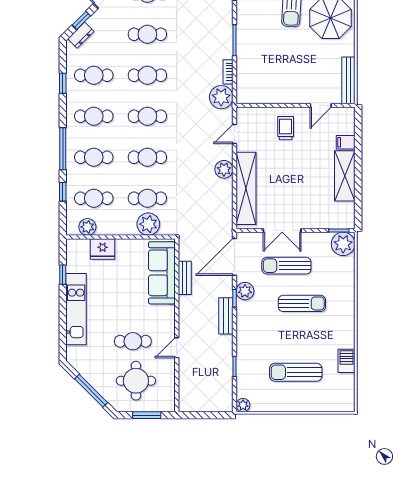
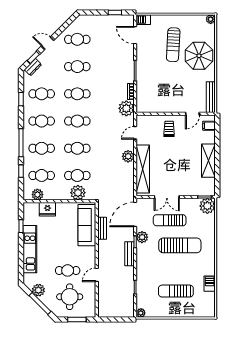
filing cabinet: (346, 142) -> (209, 126), moved
sun lounger: (302, 303) -> (180, 245), width x1.36, depth x1.34
plant: (89, 371) -> (38, 290), added

